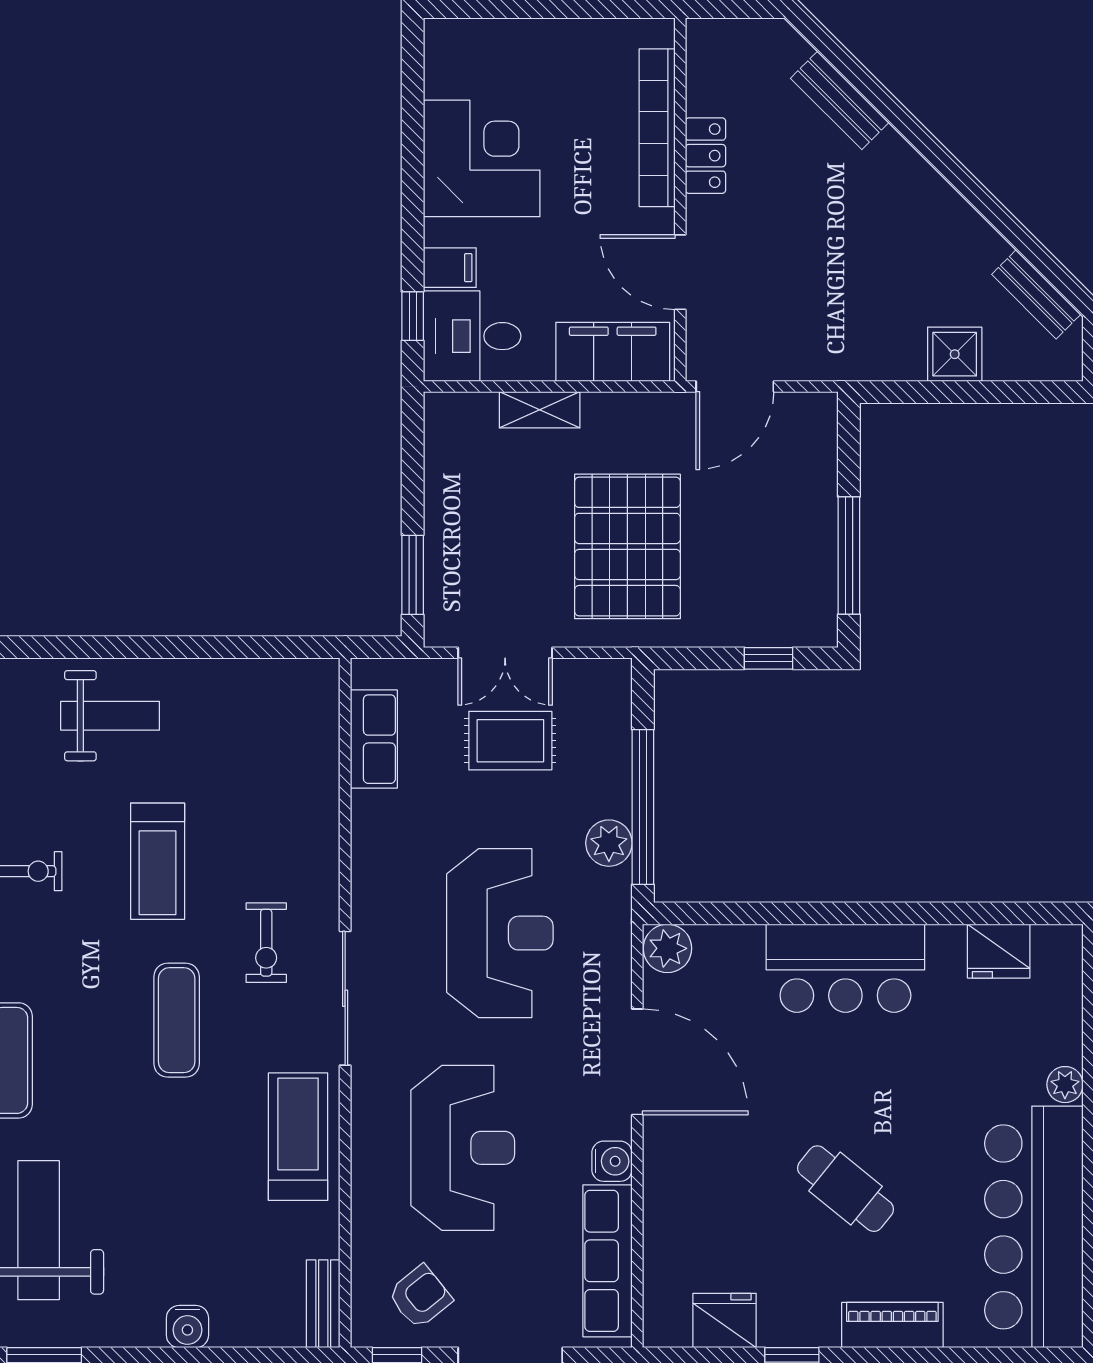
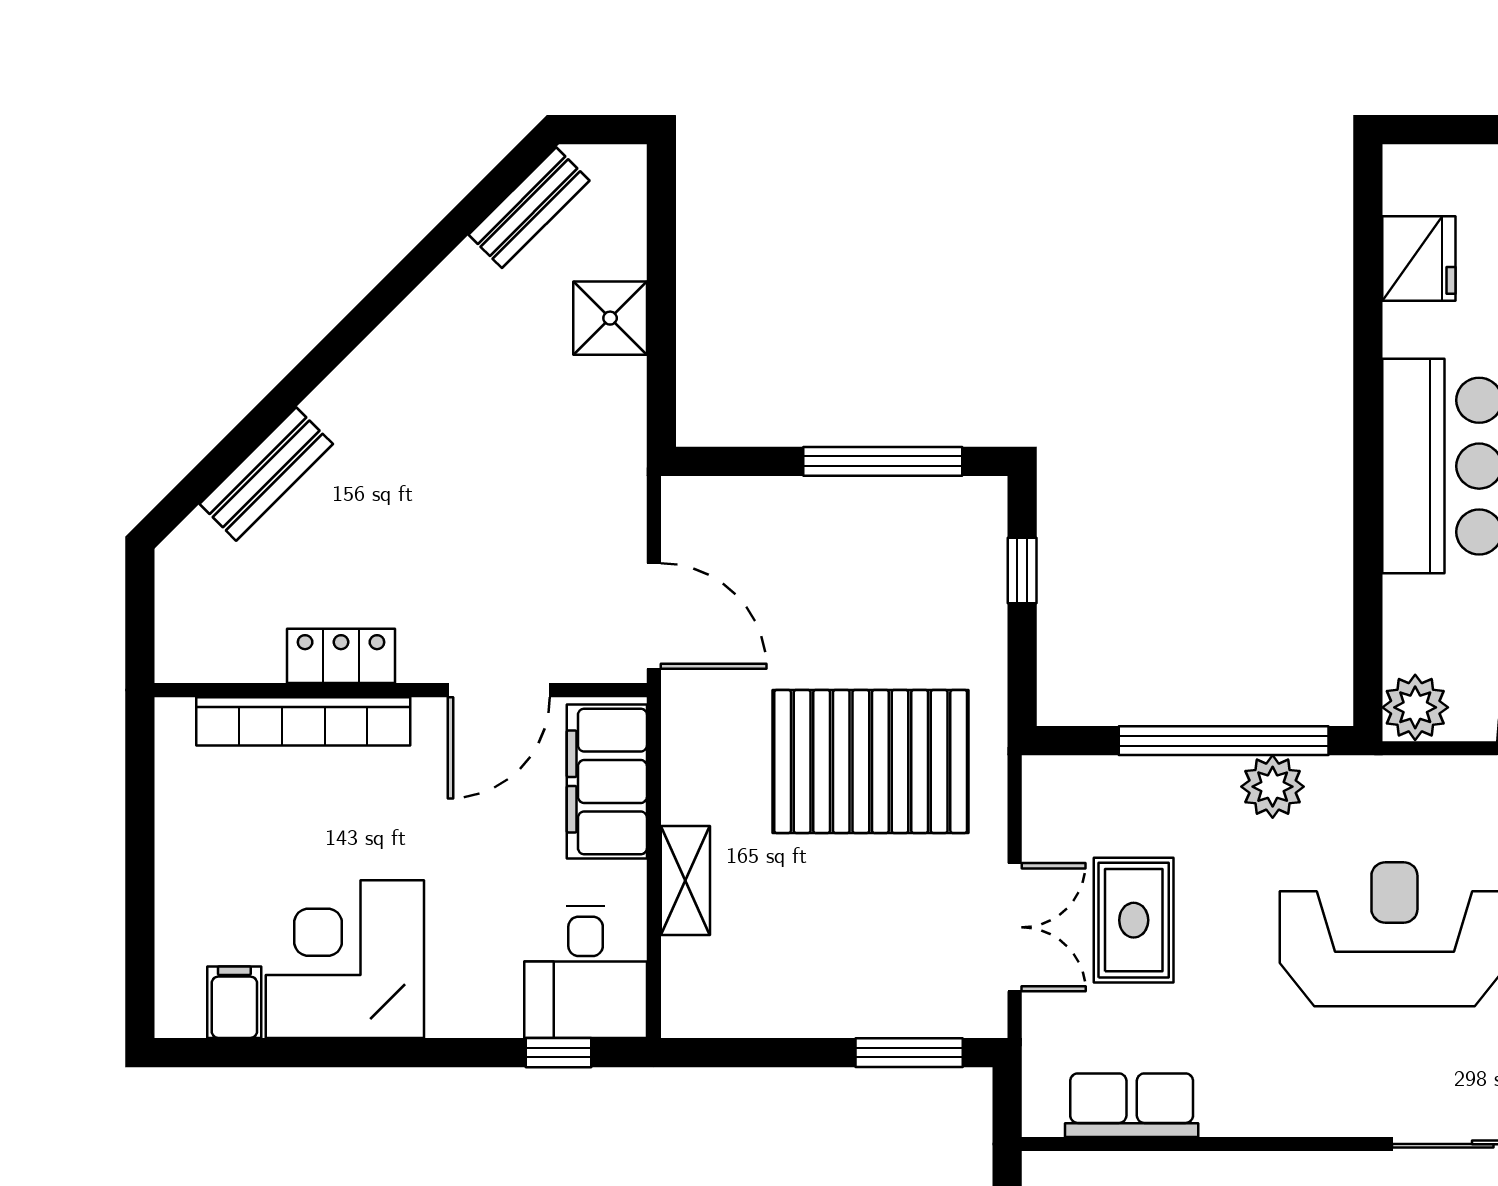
filing cabinet: (450, 268) -> (234, 1002), moved

